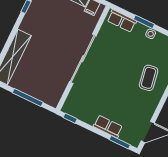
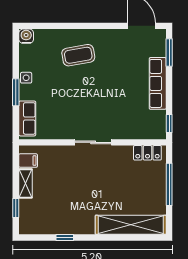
sliding door: (83, 59) -> (93, 142), width x0.54
locker: (57, 93) -> (147, 153), added
row of seats: (108, 127) -> (158, 83), width x1.48

